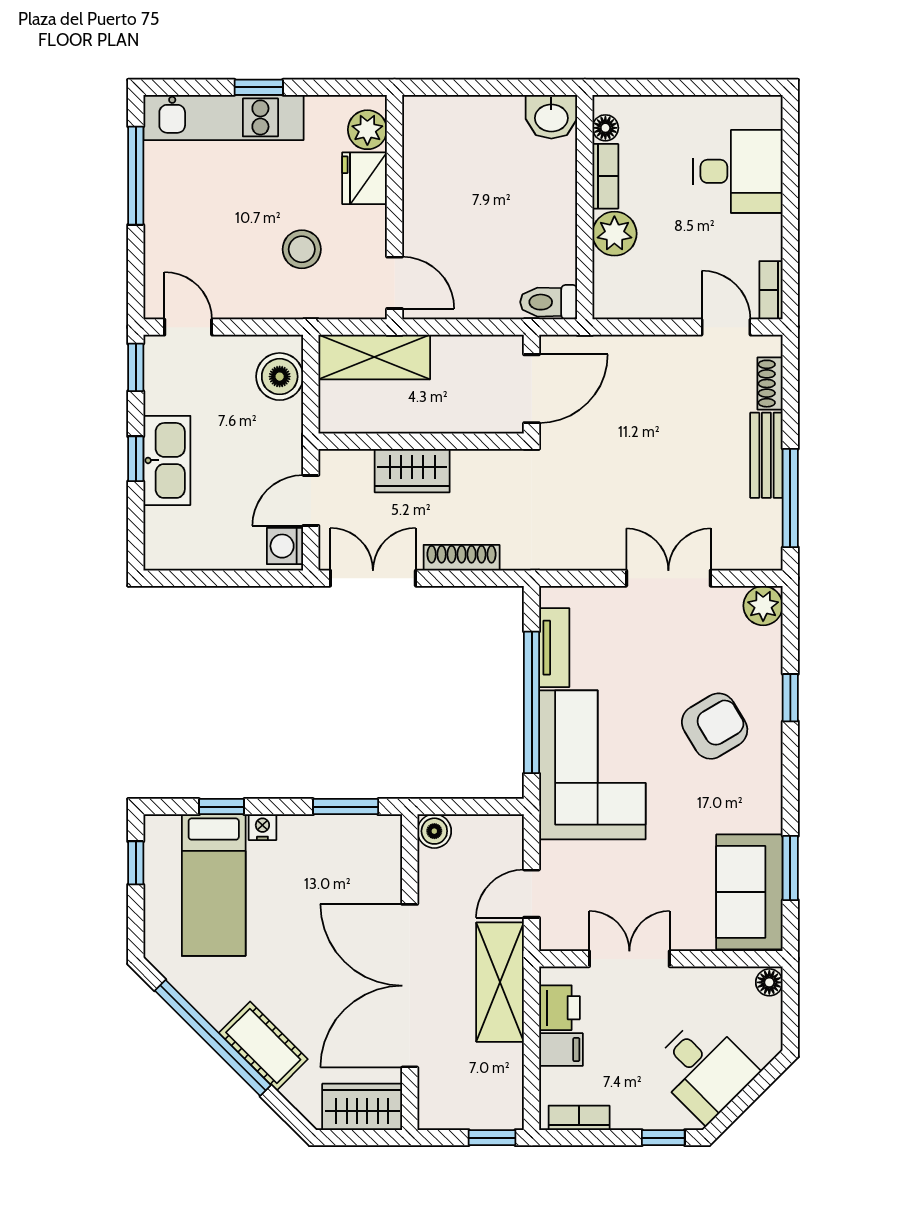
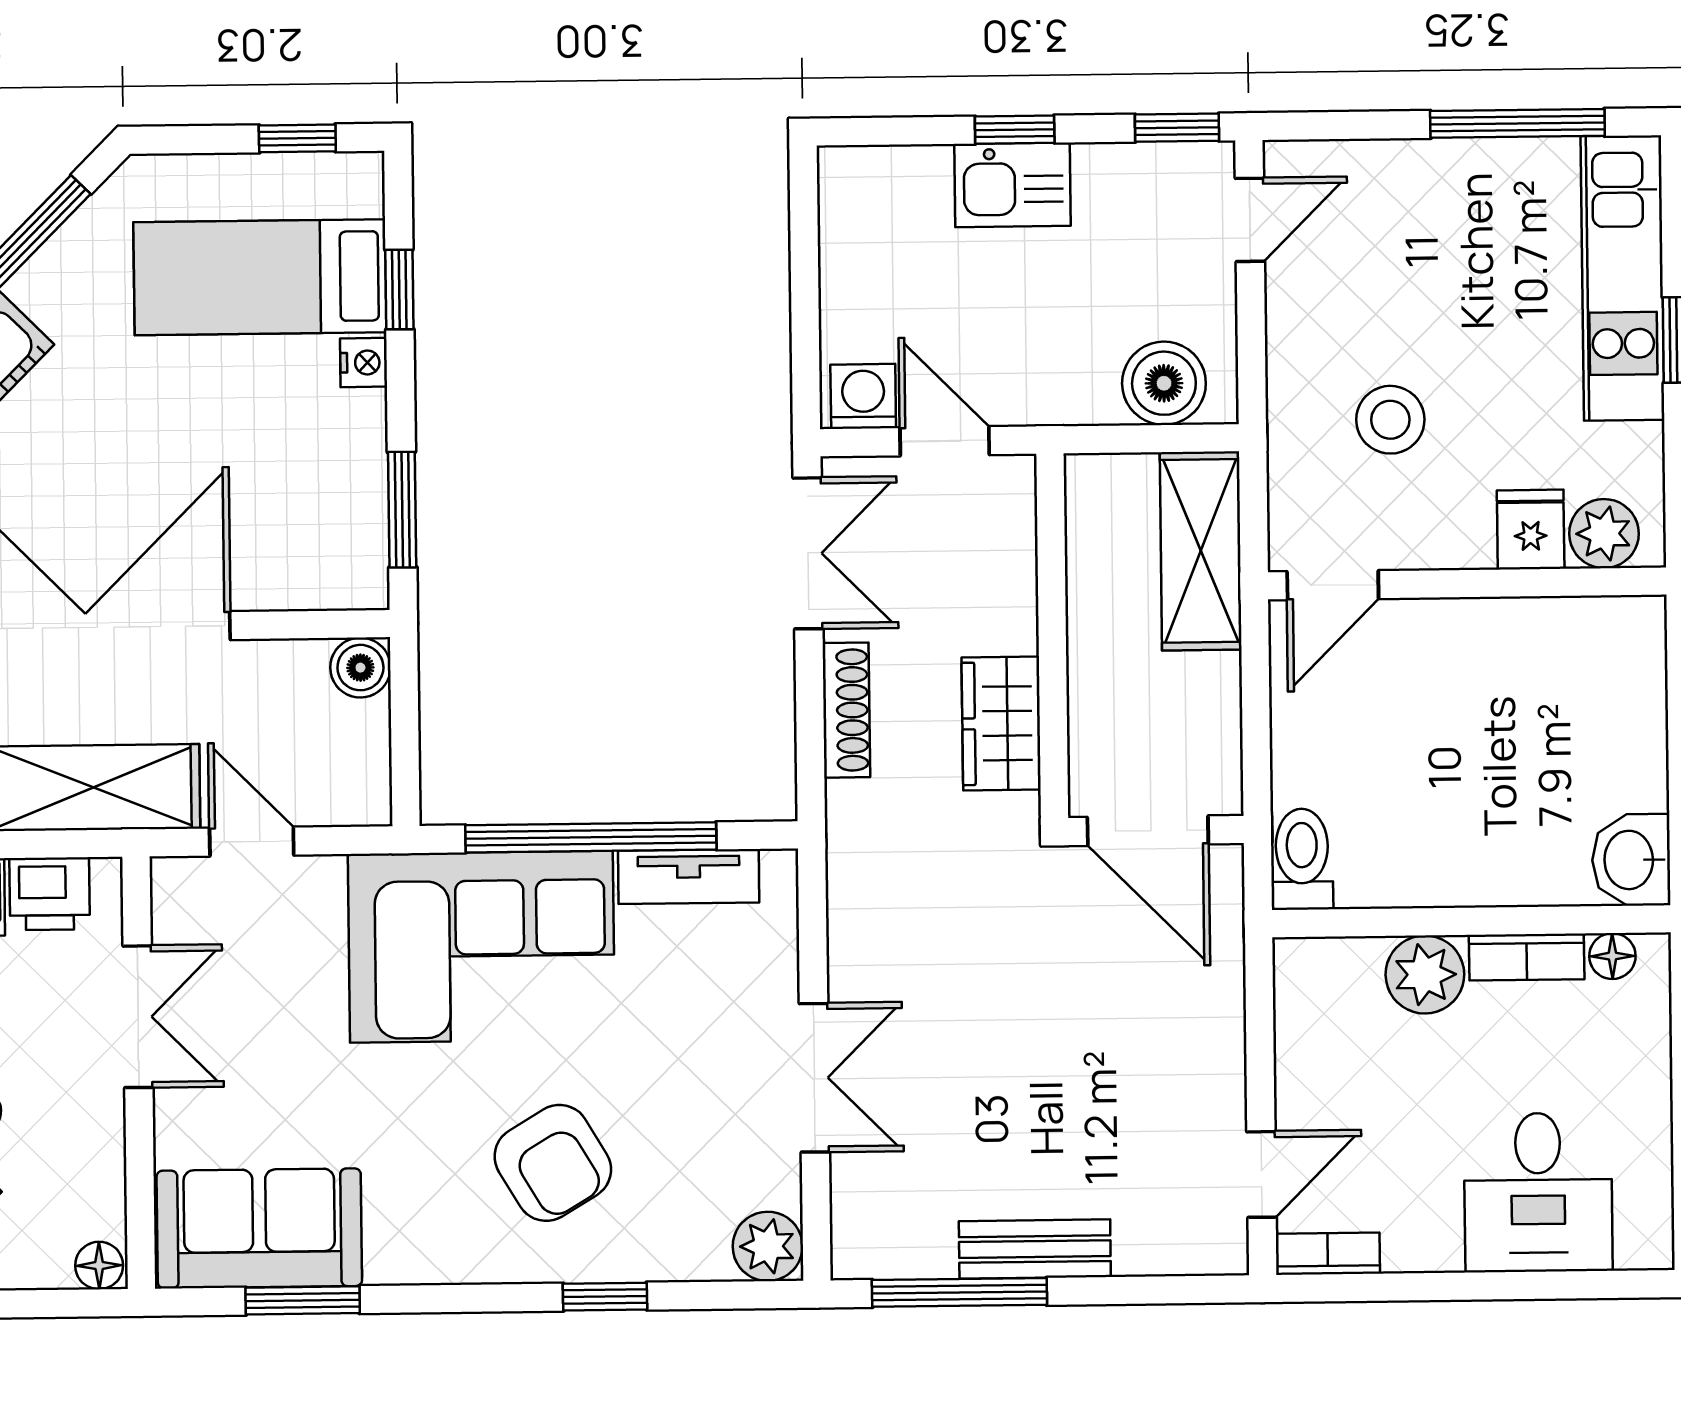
fridge: (365, 178) -> (1531, 530), width x0.72
shoe rack: (770, 384) -> (1162, 1254), removed
kitchen sink: (167, 460) -> (1013, 185), width x0.73
wardrobe: (412, 471) -> (1001, 724), moved

